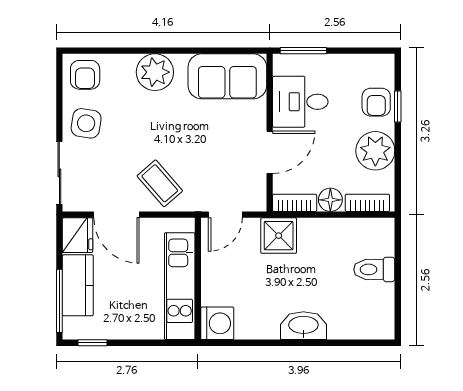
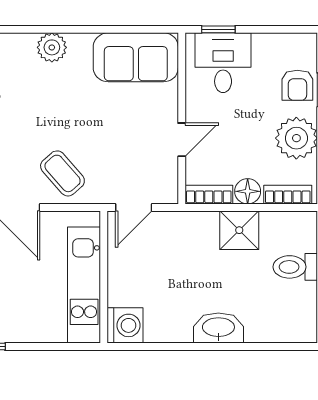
window: (303, 51) -> (218, 29), width x0.67
plant: (155, 72) -> (52, 47), width x0.73, depth x0.73
desk: (300, 102) -> (223, 63), moved, turned 90
door: (270, 152) -> (182, 140), width x0.73
shower: (279, 236) -> (239, 230), moved

